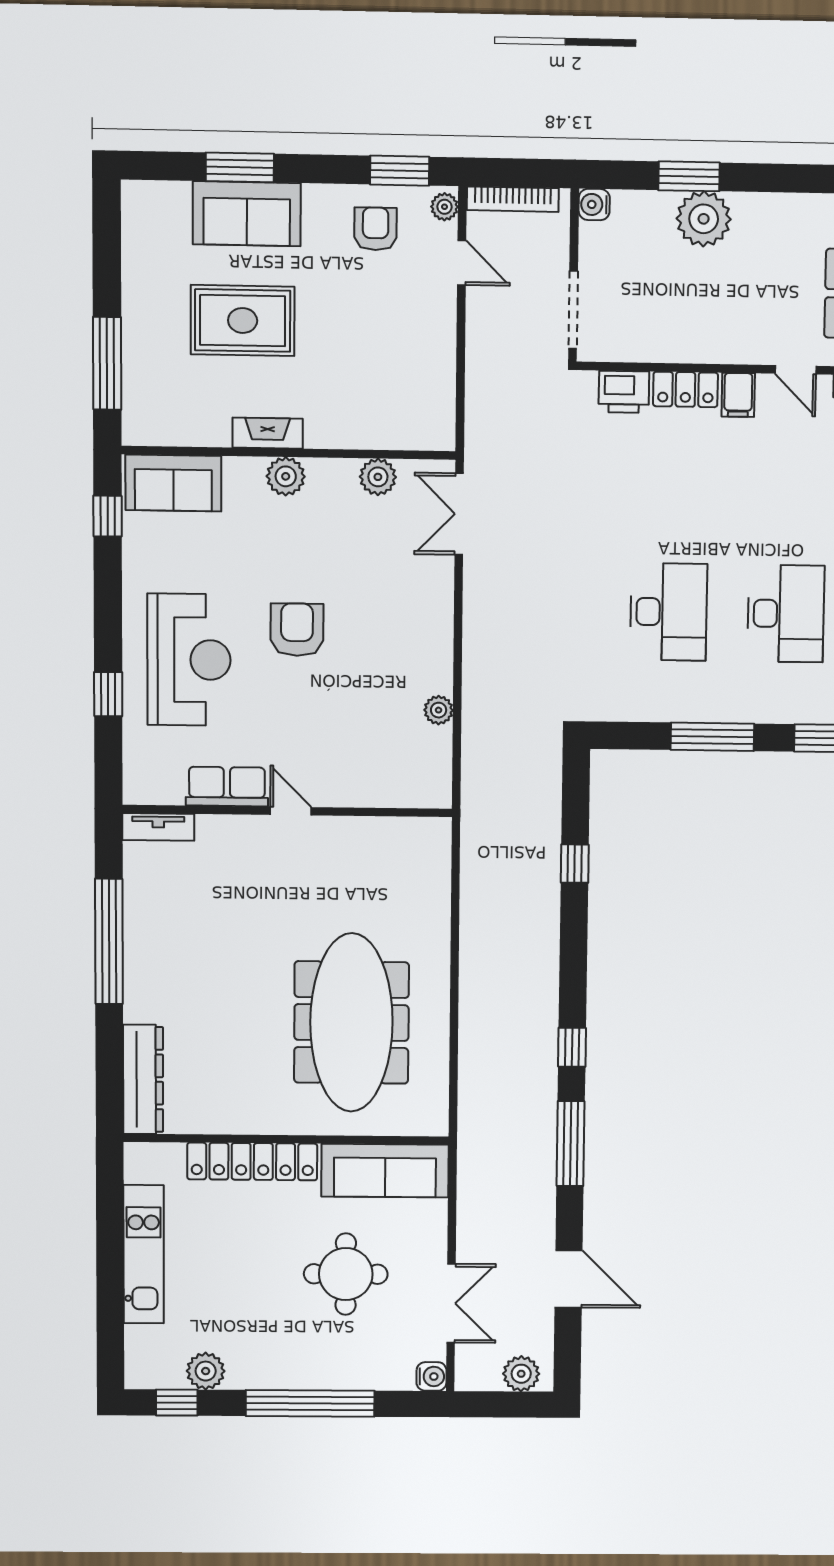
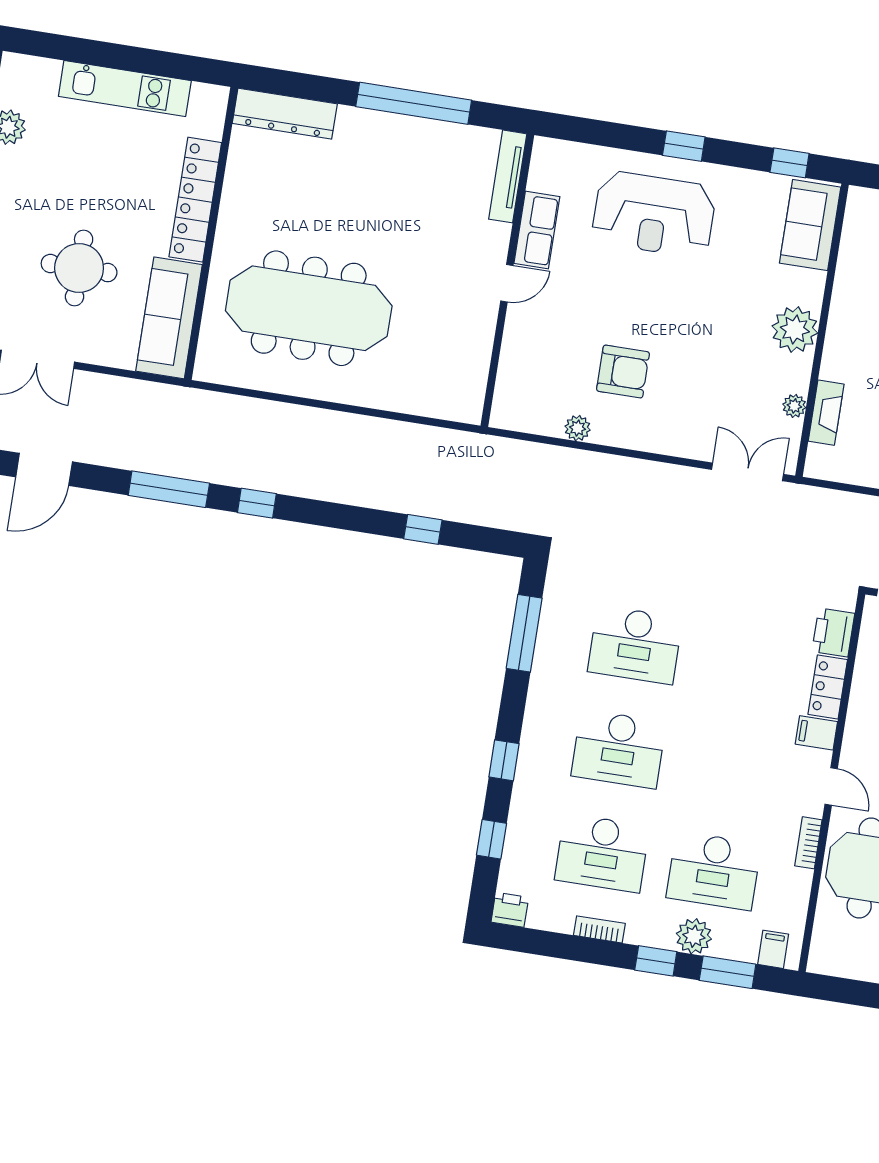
door: (796, 370) -> (831, 786), swing flipped
fireplace: (268, 433) -> (826, 413), moved
plant: (286, 476) -> (795, 330), width x1.36, depth x1.36
plant: (378, 477) -> (794, 406), width x0.73, depth x0.73
armchair: (297, 630) -> (623, 372), moved
window: (108, 694) -> (684, 146), moved
window: (712, 737) -> (524, 633), moved
tv unit: (158, 827) -> (508, 176), width x1.41

